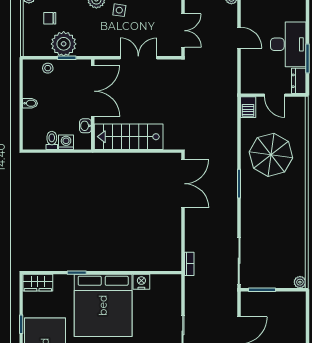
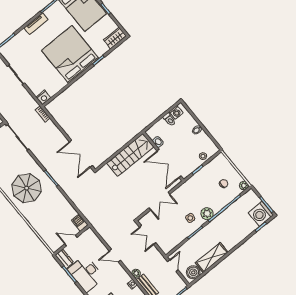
plant: (64, 44) -> (205, 176), removed
washing machine: (66, 142) -> (176, 112), moved
parasol: (271, 155) -> (27, 188), moved
nightstand: (141, 282) -> (43, 97), moved

